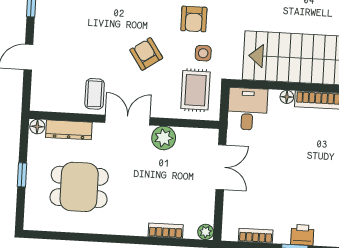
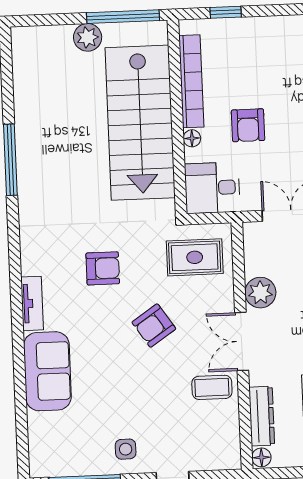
side table: (203, 53) -> (126, 449), moved
armchair: (293, 141) -> (248, 125), added

